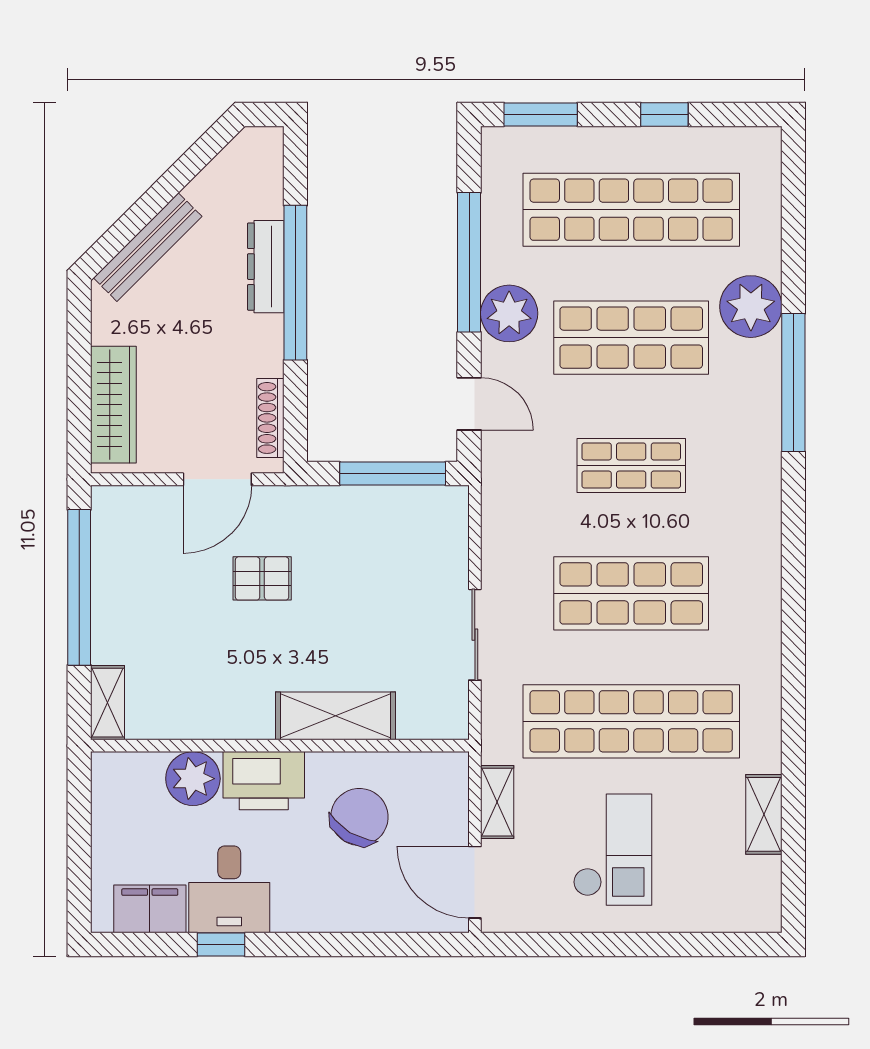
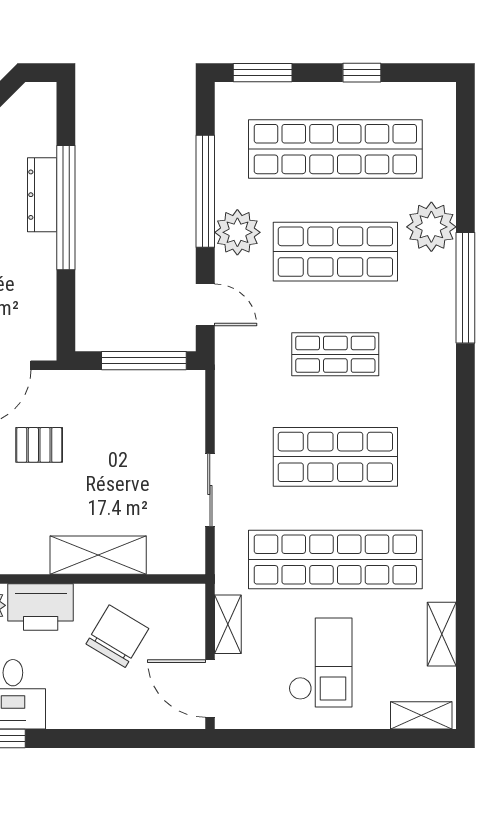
shoe rack: (270, 418) -> (46, 316), removed
shelving: (738, 916) -> (421, 715), added

